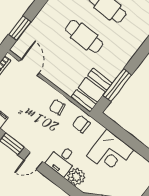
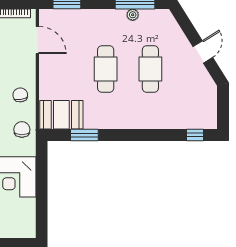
door: (29, 67) -> (37, 40), hinge flipped
window: (117, 85) -> (84, 135), width x0.69

